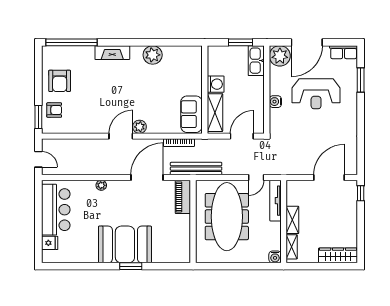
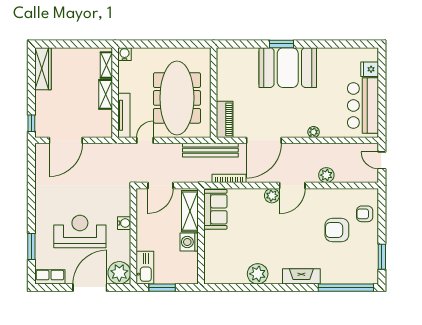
armchair: (60, 81) -> (337, 230), moved, turned -90
window: (38, 117) -> (382, 257), moved
plant: (89, 146) -> (326, 175), added
wardrobe: (338, 255) -> (43, 69), moved, turned -90

